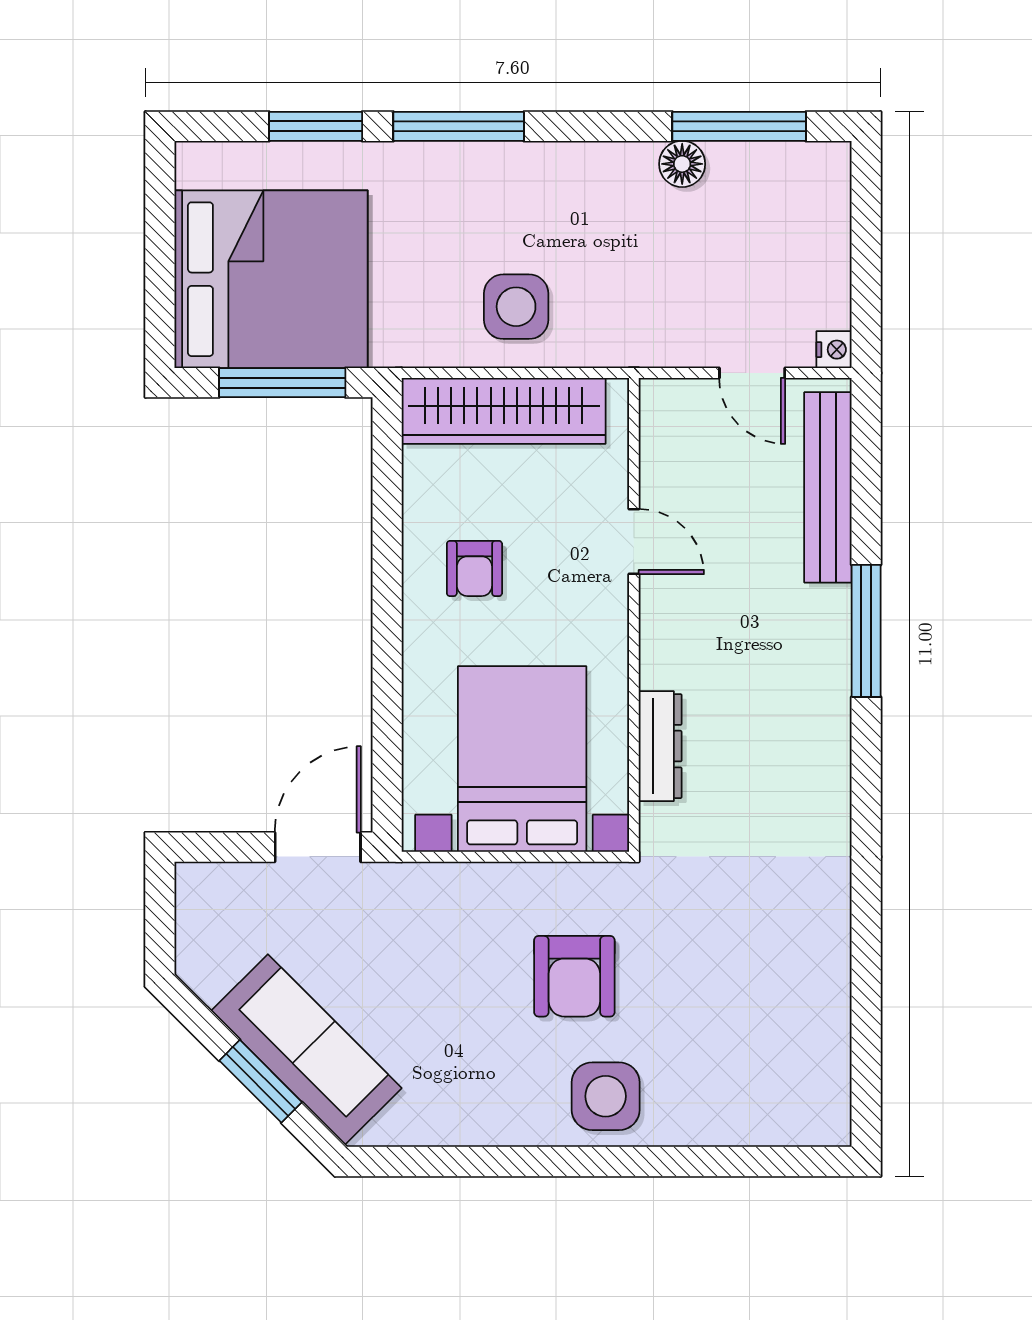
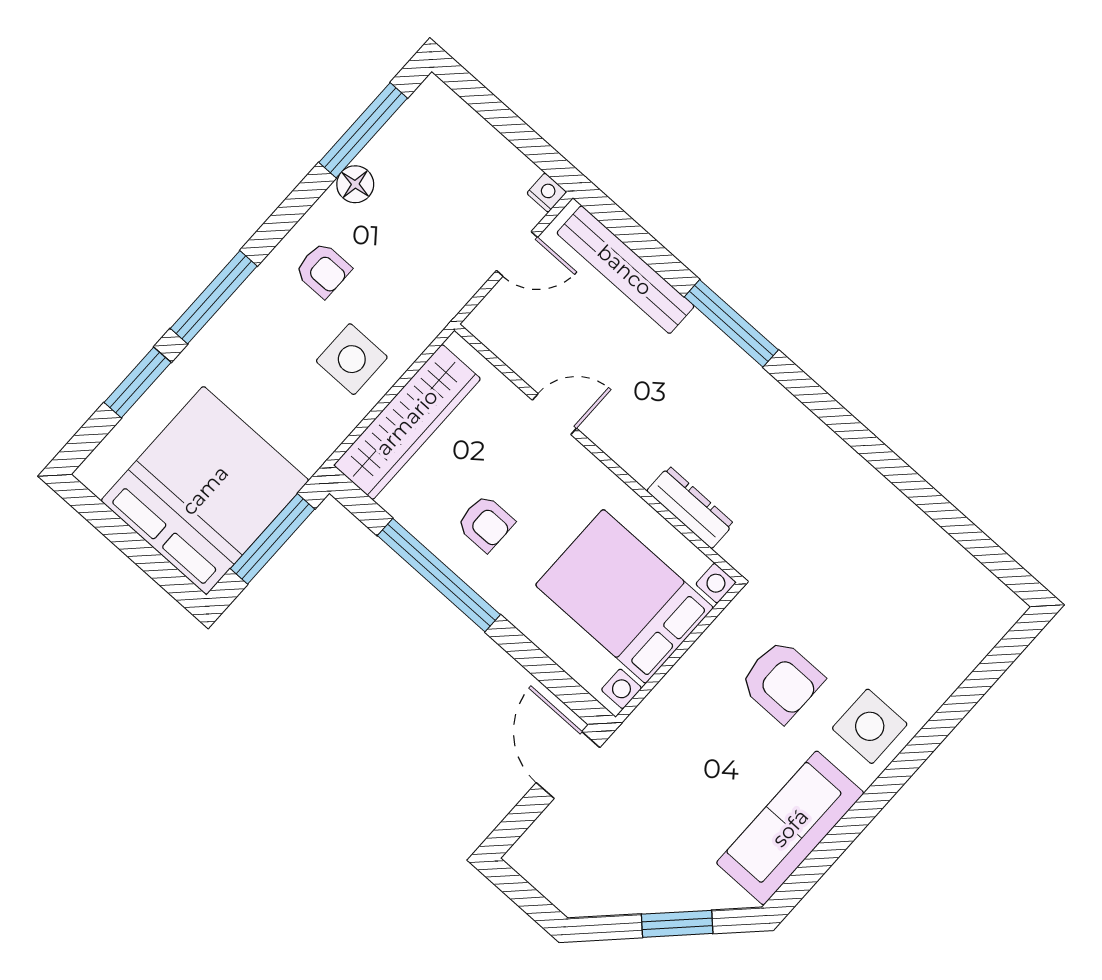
armchair: (575, 206) -> (323, 270), added
window: (387, 568) -> (439, 575), added
sofa: (306, 1049) -> (790, 828), moved, turned -45

